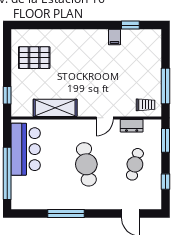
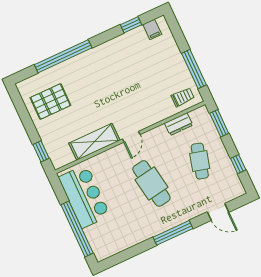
window: (62, 25) -> (63, 56), added
filing cabinet: (114, 37) -> (152, 29), moved
door: (105, 118) -> (131, 137), moved
window: (66, 213) -> (173, 233), moved

